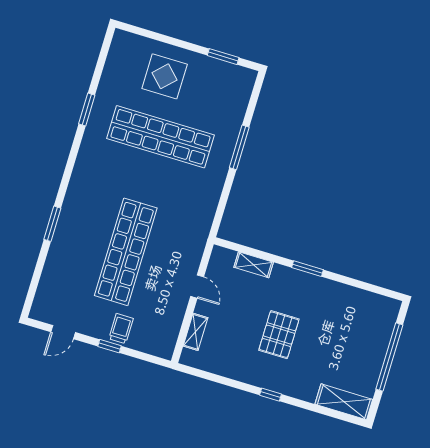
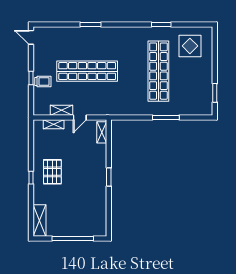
display table: (165, 76) -> (190, 46), moved
shelving: (254, 265) -> (102, 132), moved
shelving: (177, 312) -> (62, 110), added
door: (63, 332) -> (31, 37), moved
pallet: (279, 335) -> (52, 172), moved, turned 90

